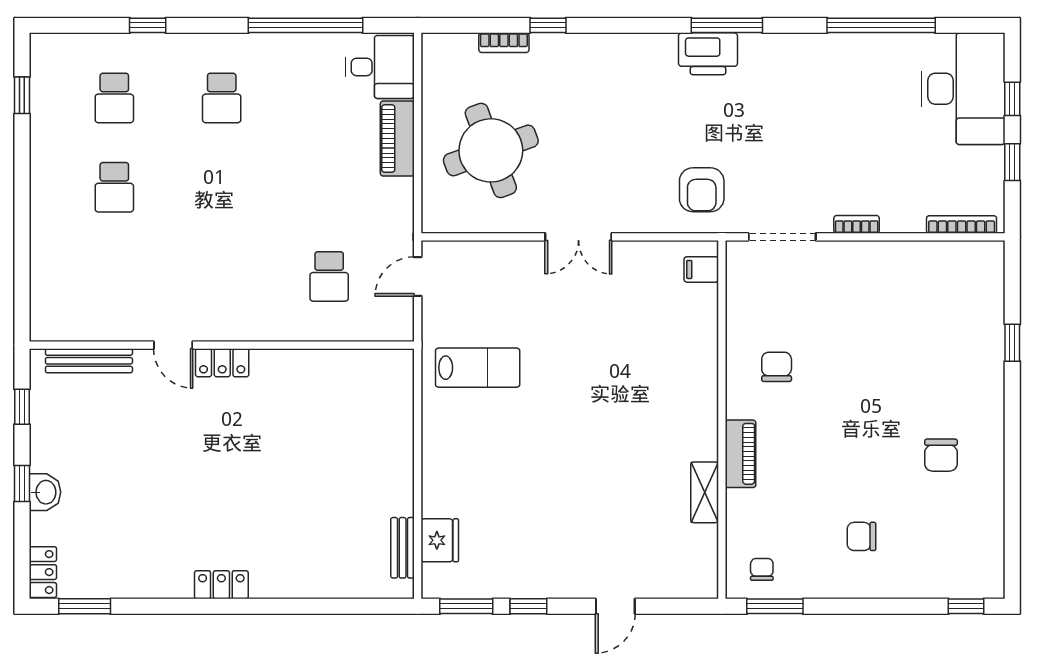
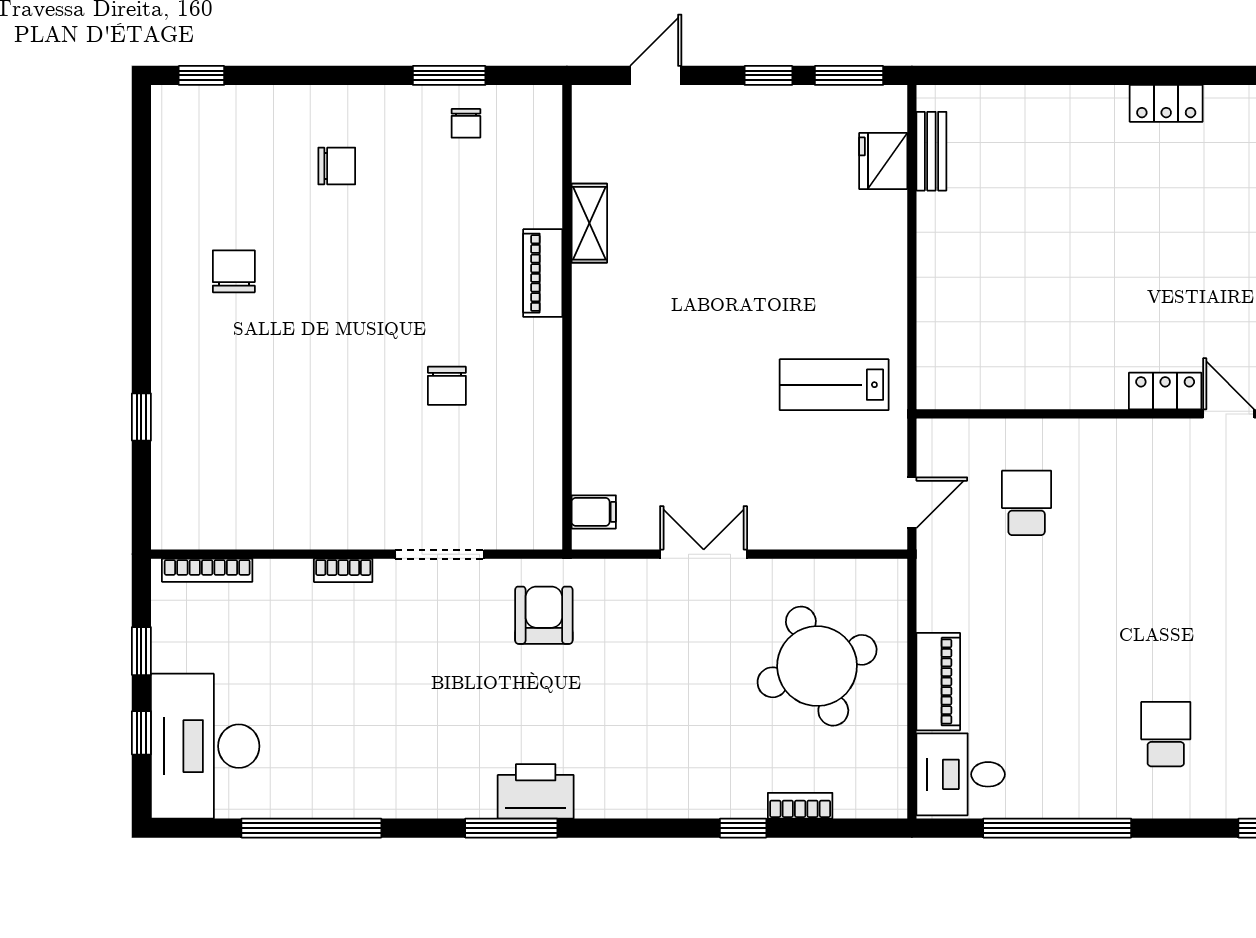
filing cabinet: (701, 269) -> (594, 512), moved
wall: (722, 420) -> (567, 317), moved
piano: (741, 454) -> (543, 273), moved
shelving: (705, 492) -> (589, 223), moved

